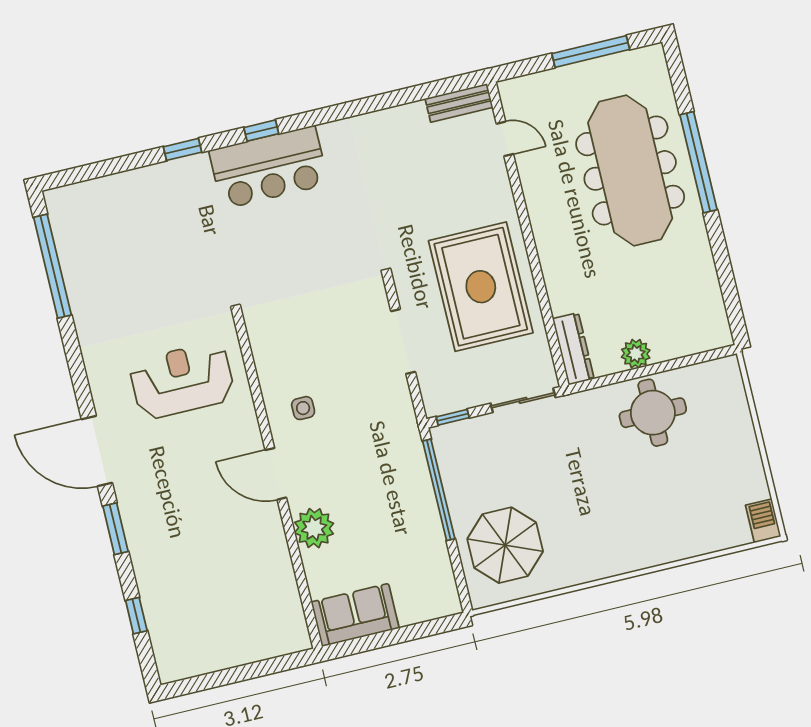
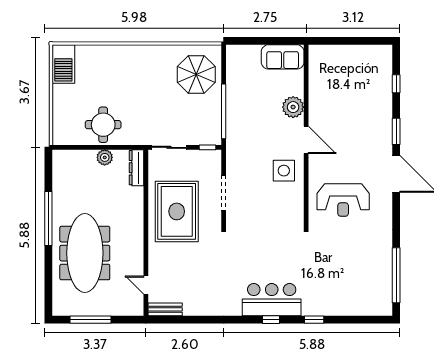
window: (698, 162) -> (48, 218), moved
side table: (303, 408) -> (284, 171), width x1.87, depth x1.87
barbecue: (763, 521) -> (63, 64), width x1.88, depth x1.53

